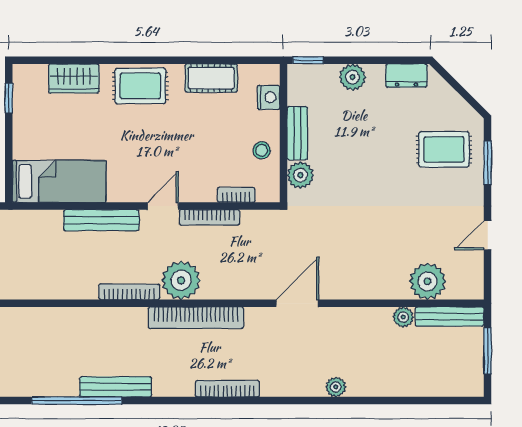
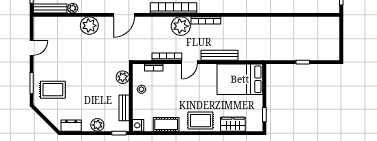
nightstand: (269, 97) -> (138, 125), moved
bench: (297, 133) -> (124, 108), moved
bed: (59, 181) -> (240, 79), width x1.50
plant: (428, 281) -> (89, 26), moved

